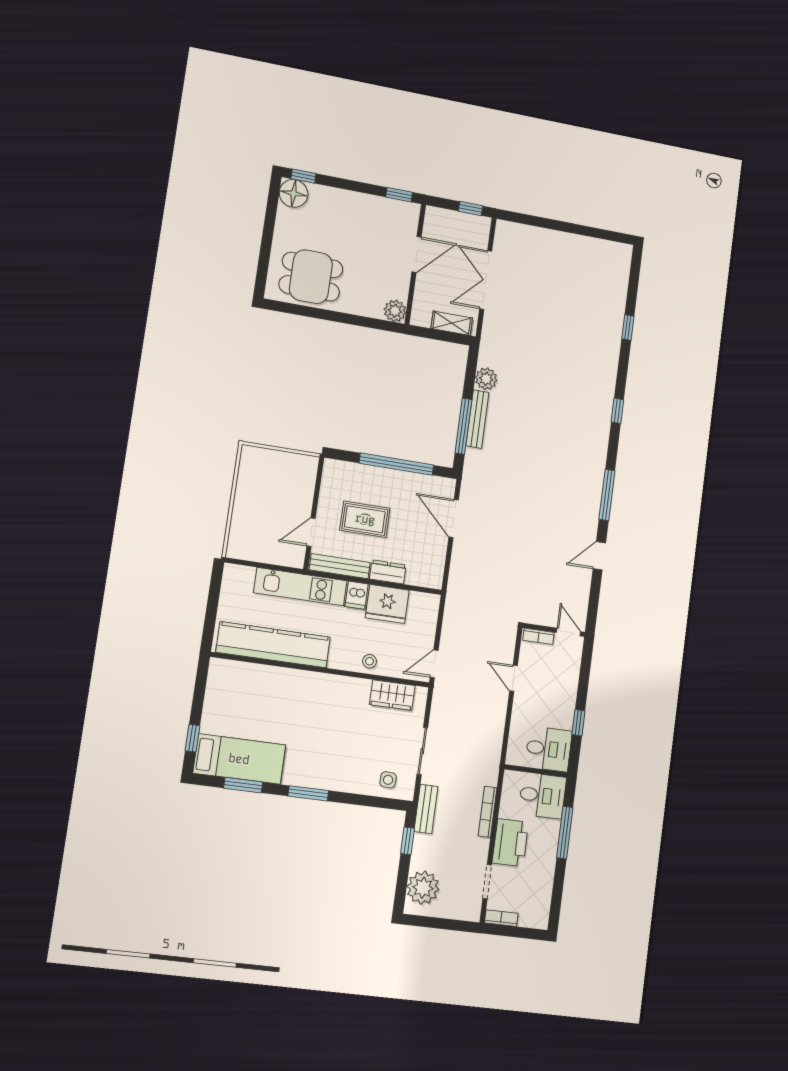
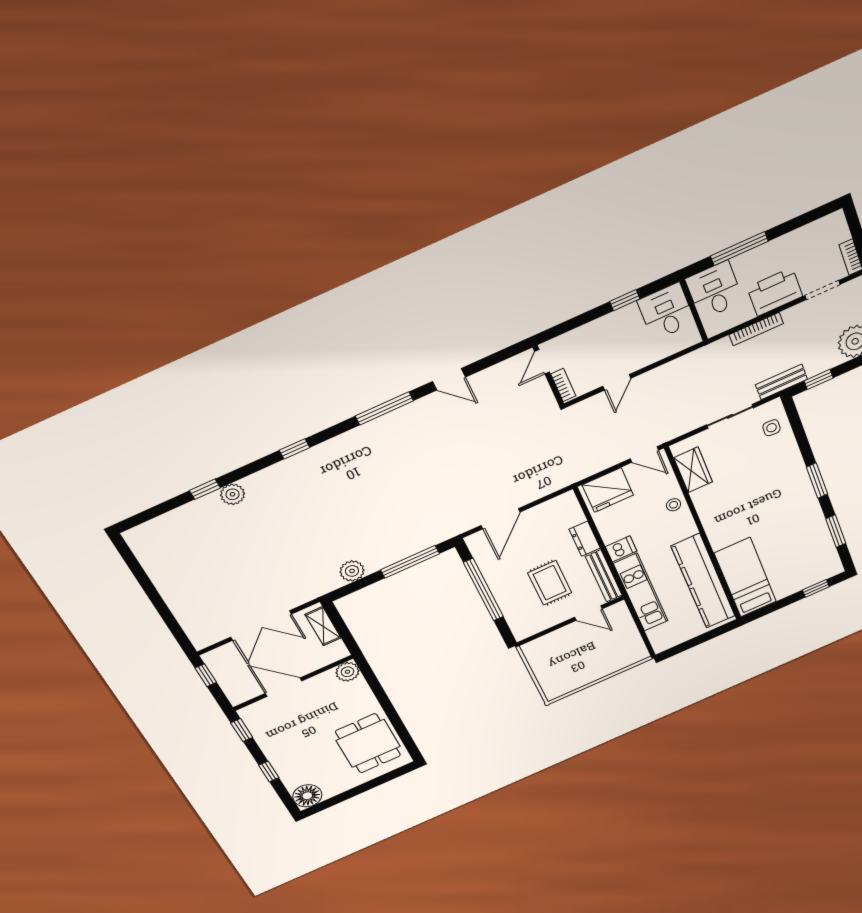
window: (303, 176) -> (269, 771), moved
plant: (611, 343) -> (233, 494), added
bench: (477, 419) -> (395, 555), removed
fridge: (387, 604) -> (608, 490), moved, turned 90
bed: (239, 759) -> (745, 577), moved

